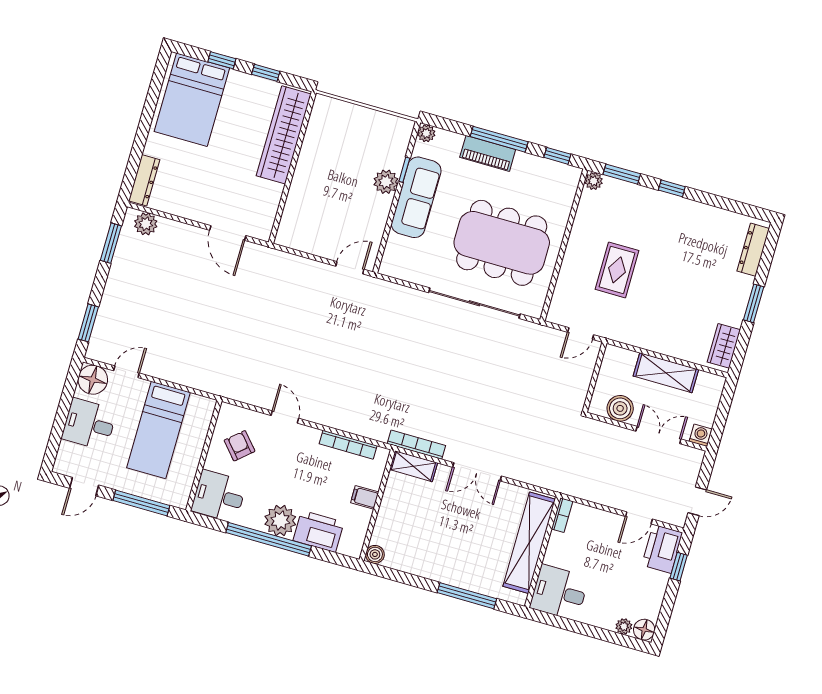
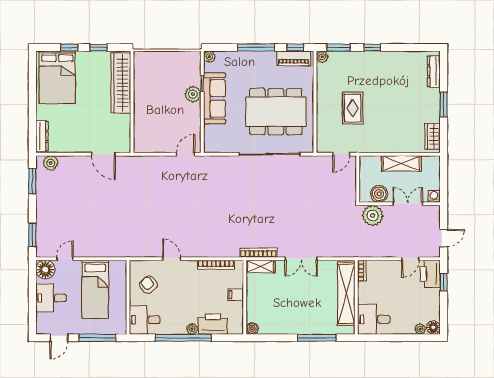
piano: (488, 153) -> (294, 58), moved
plant: (601, 438) -> (373, 215), added
plant: (280, 520) -> (192, 329), width x0.53, depth x0.53

